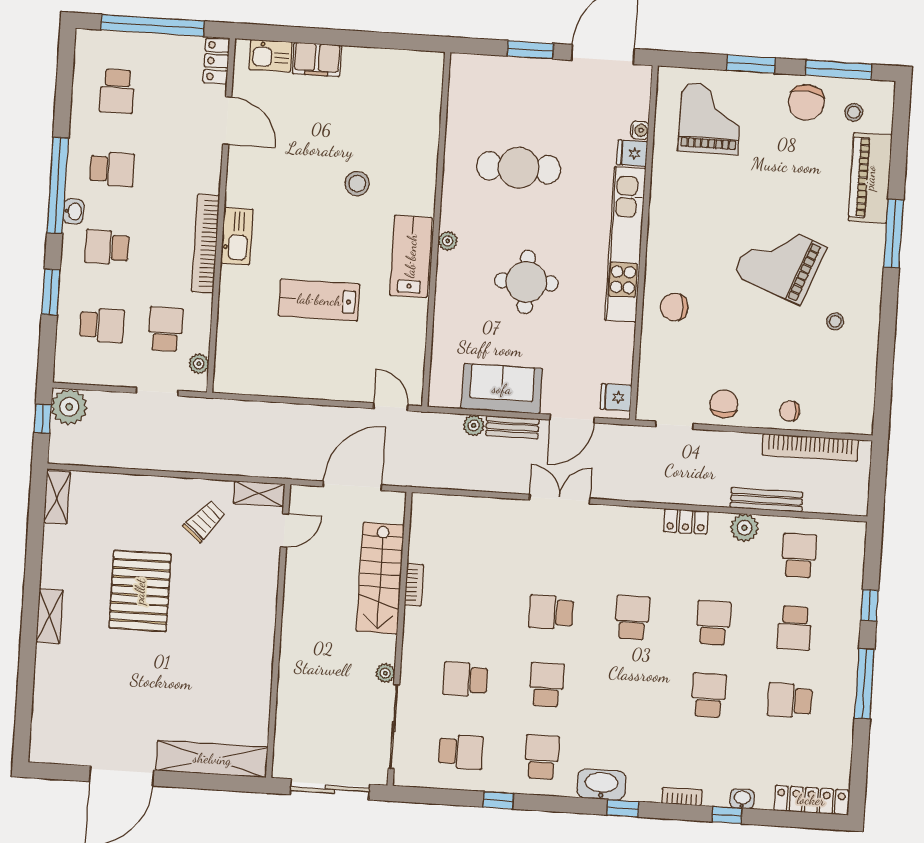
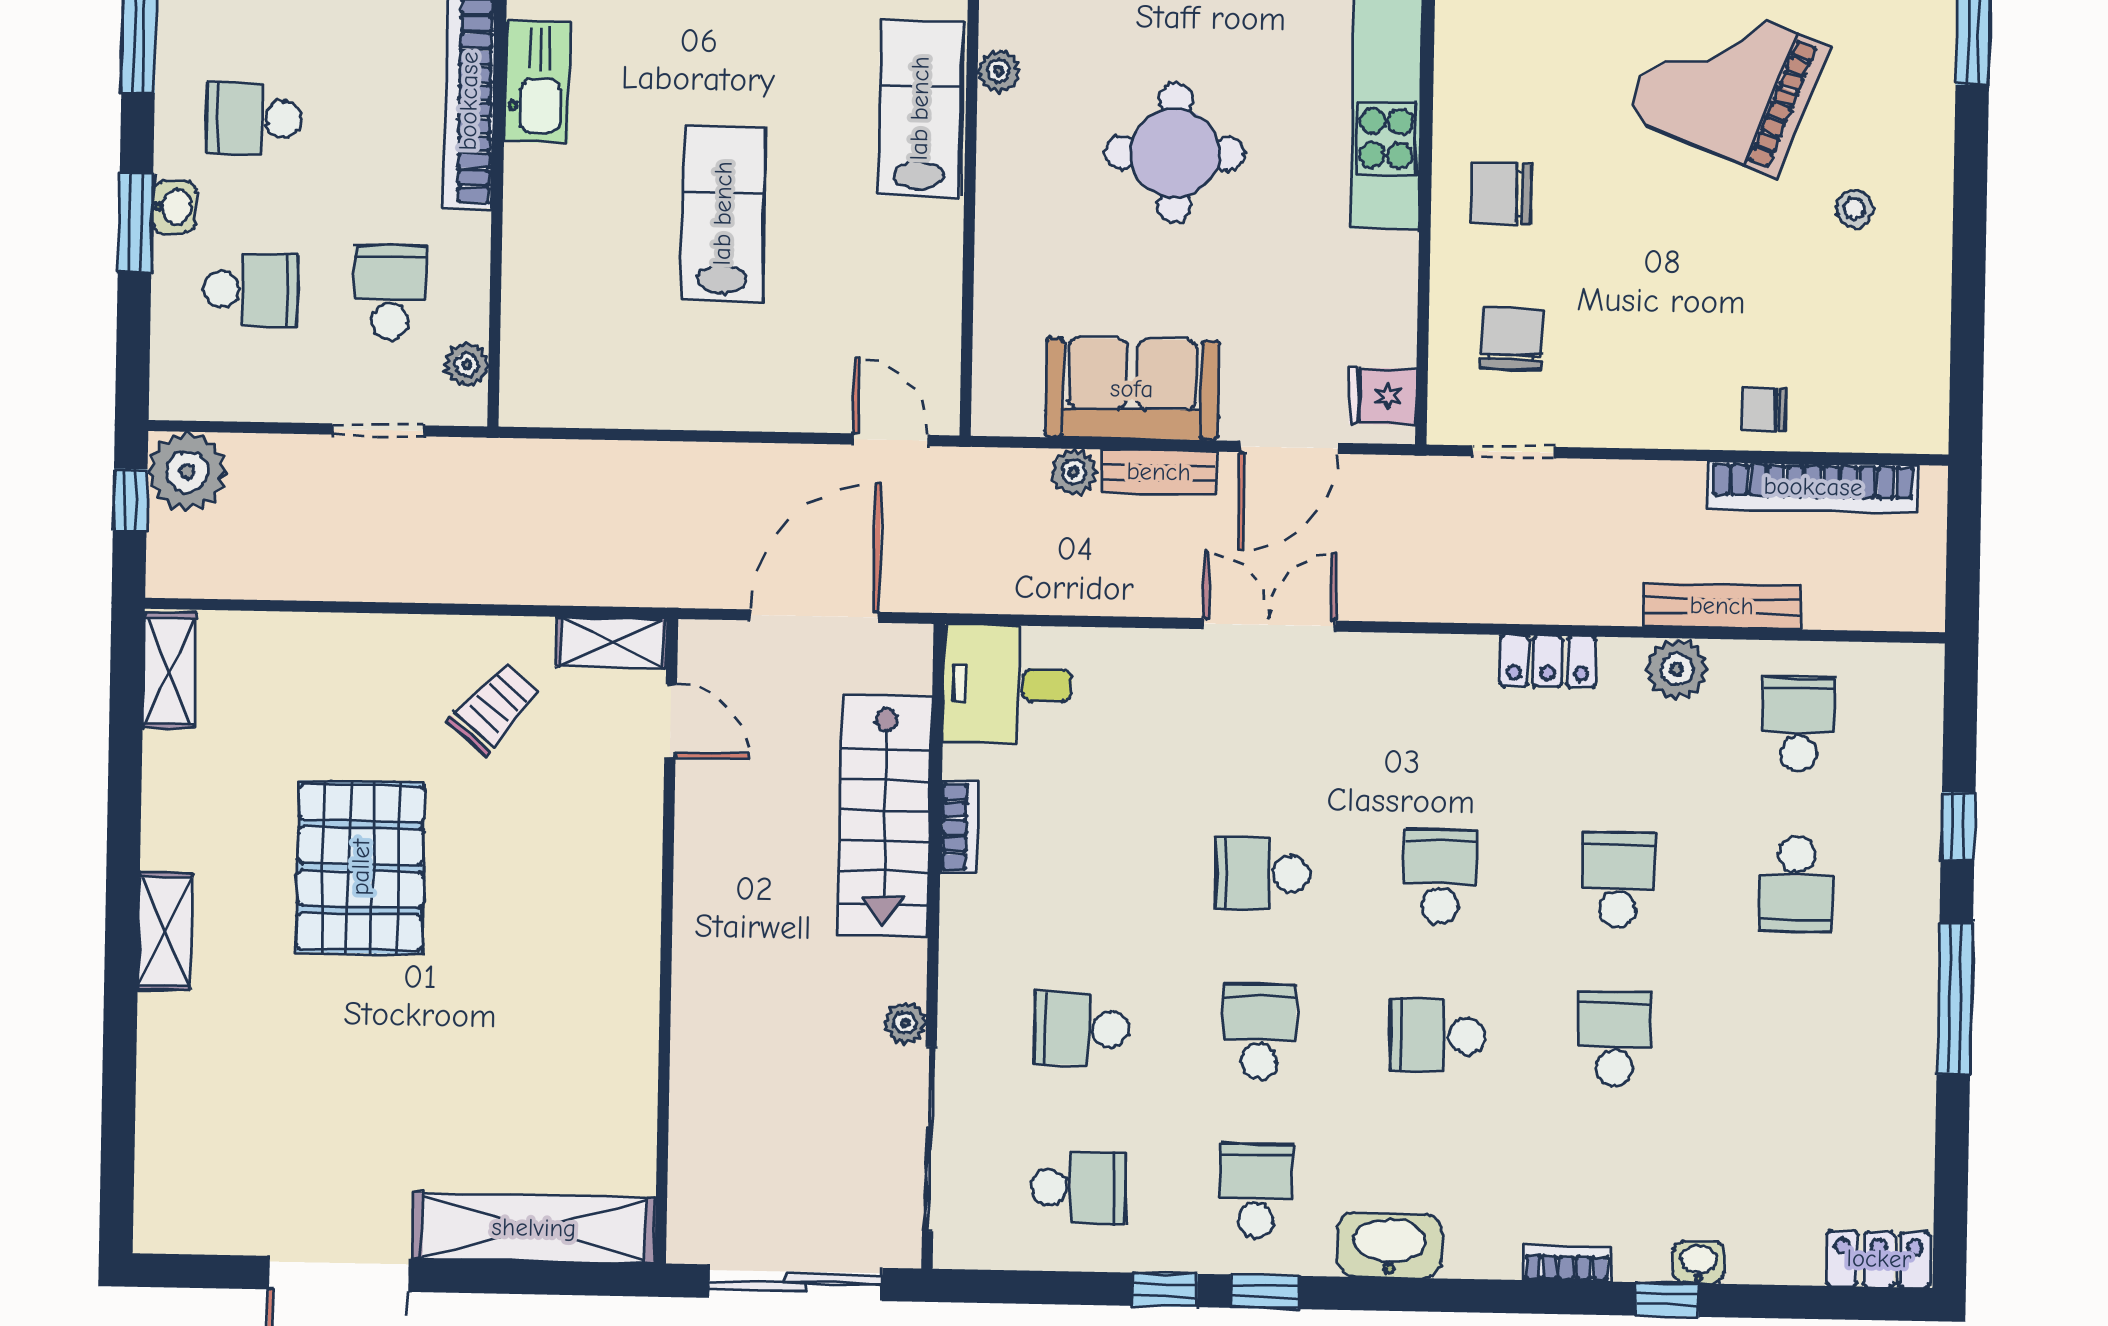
washbasin: (74, 211) -> (174, 207), moved
lab bench: (319, 300) -> (723, 213), turned 90
chair: (724, 404) -> (1511, 339), moved
desk: (439, 521) -> (1007, 685), added
door: (285, 530) -> (671, 721), hinge flipped
school desk: (790, 700) -> (1437, 1036), moved
locker: (811, 800) -> (1879, 1259), width x0.66
window: (623, 808) -> (1265, 1292), moved

